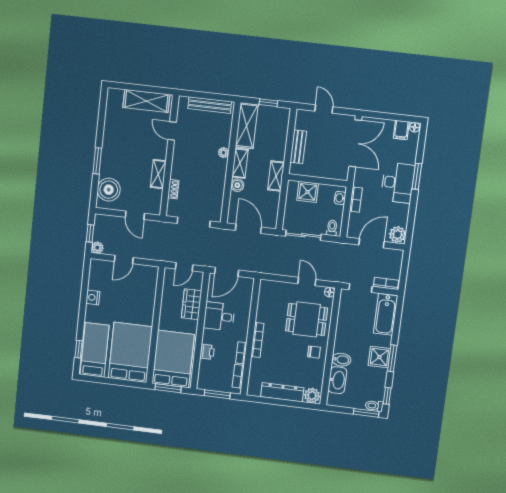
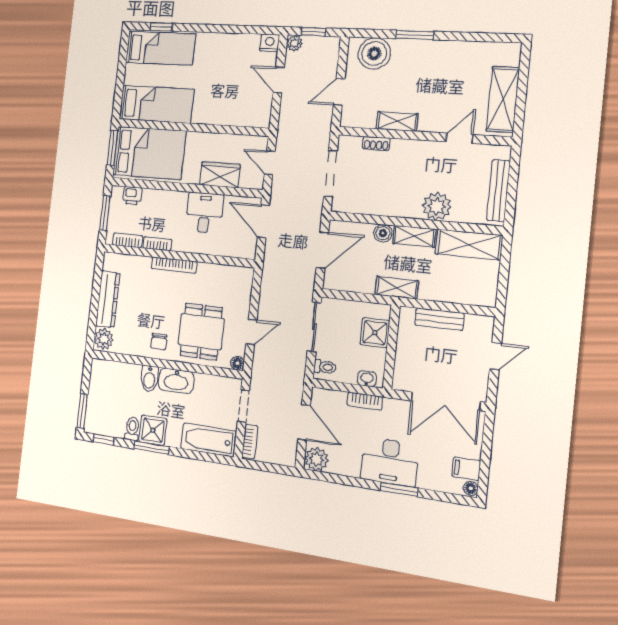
window: (268, 103) -> (504, 275), removed
plant: (223, 153) -> (437, 206), width x1.88, depth x1.88
nightstand: (93, 297) -> (270, 43), moved
bed: (130, 352) -> (156, 104), width x0.67
printer: (207, 352) -> (132, 196), moved
washbasin: (337, 380) -> (176, 381), moved
toilet: (374, 406) -> (132, 429), moved

